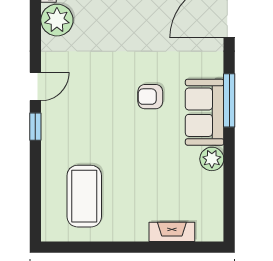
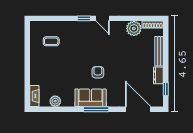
plant: (212, 159) -> (55, 101), moved
coffee table: (84, 196) -> (51, 41), width x0.54, depth x0.58
fireplace: (172, 232) -> (34, 96), moved

